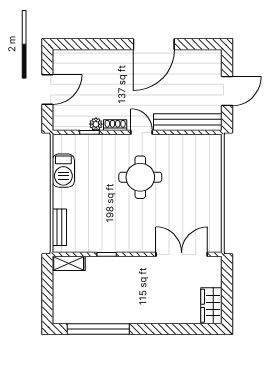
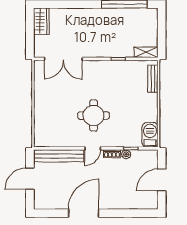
door: (142, 132) -> (93, 148), hinge flipped
barbecue: (63, 171) -> (150, 135), moved

